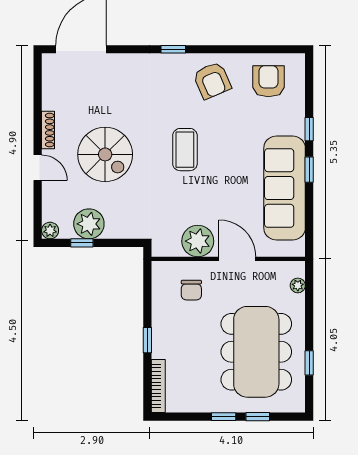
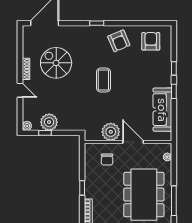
spiral stairs: (105, 154) -> (56, 63), moved, turned 180
sofa: (285, 188) -> (162, 110), width x0.74, depth x0.79
window: (309, 363) -> (174, 201), width x2.17

